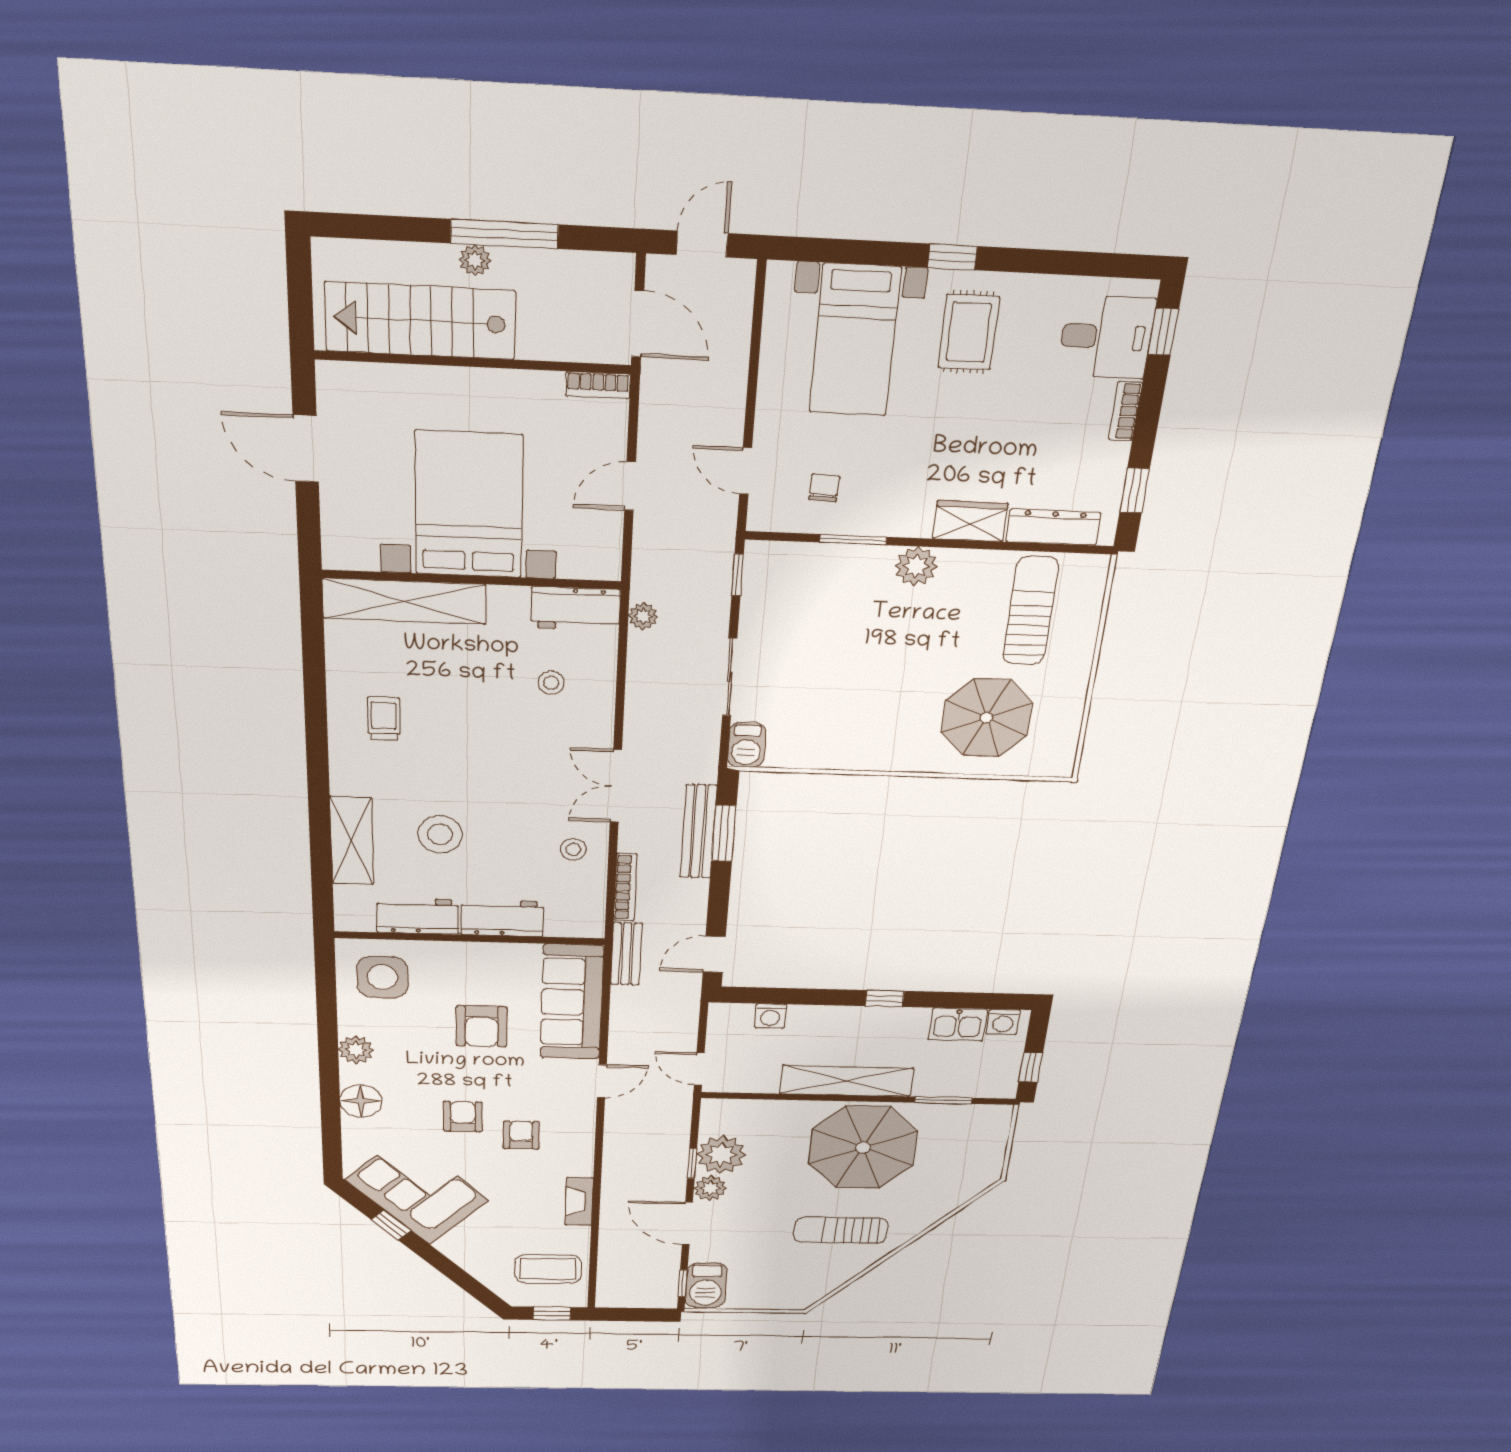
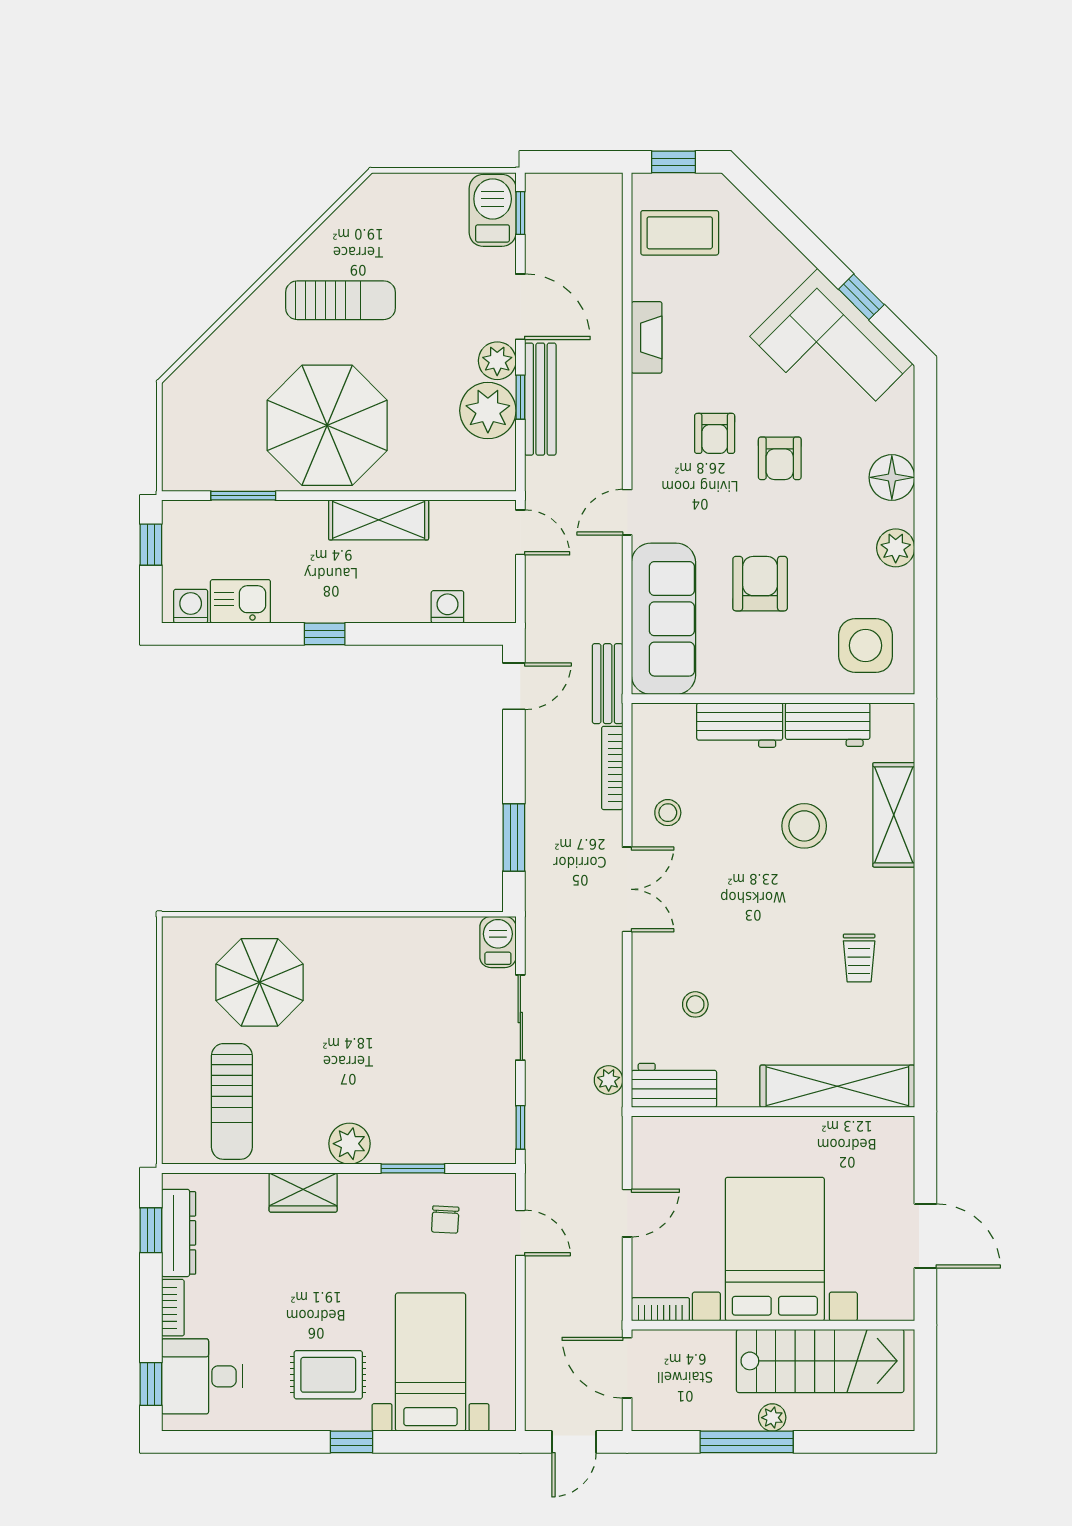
rug: (969, 332) -> (328, 1375), turned 90
bed with nightstands: (469, 505) -> (775, 1249), moved, turned 180
dresser: (1053, 527) -> (179, 1233), moved, turned -90
bench: (698, 832) -> (540, 399), moved
shelving: (846, 1081) -> (379, 520), width x0.68

